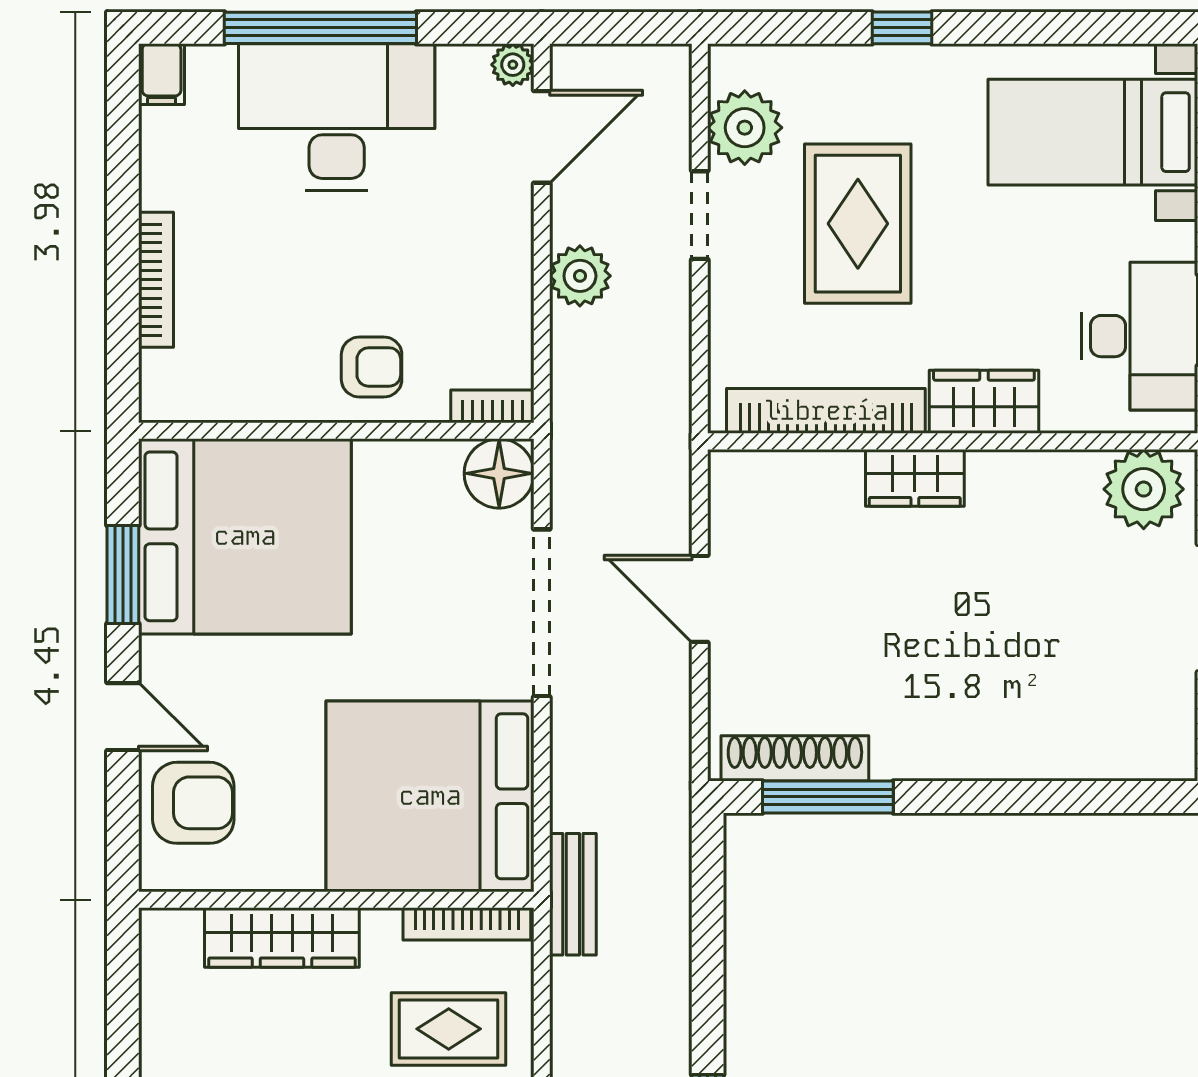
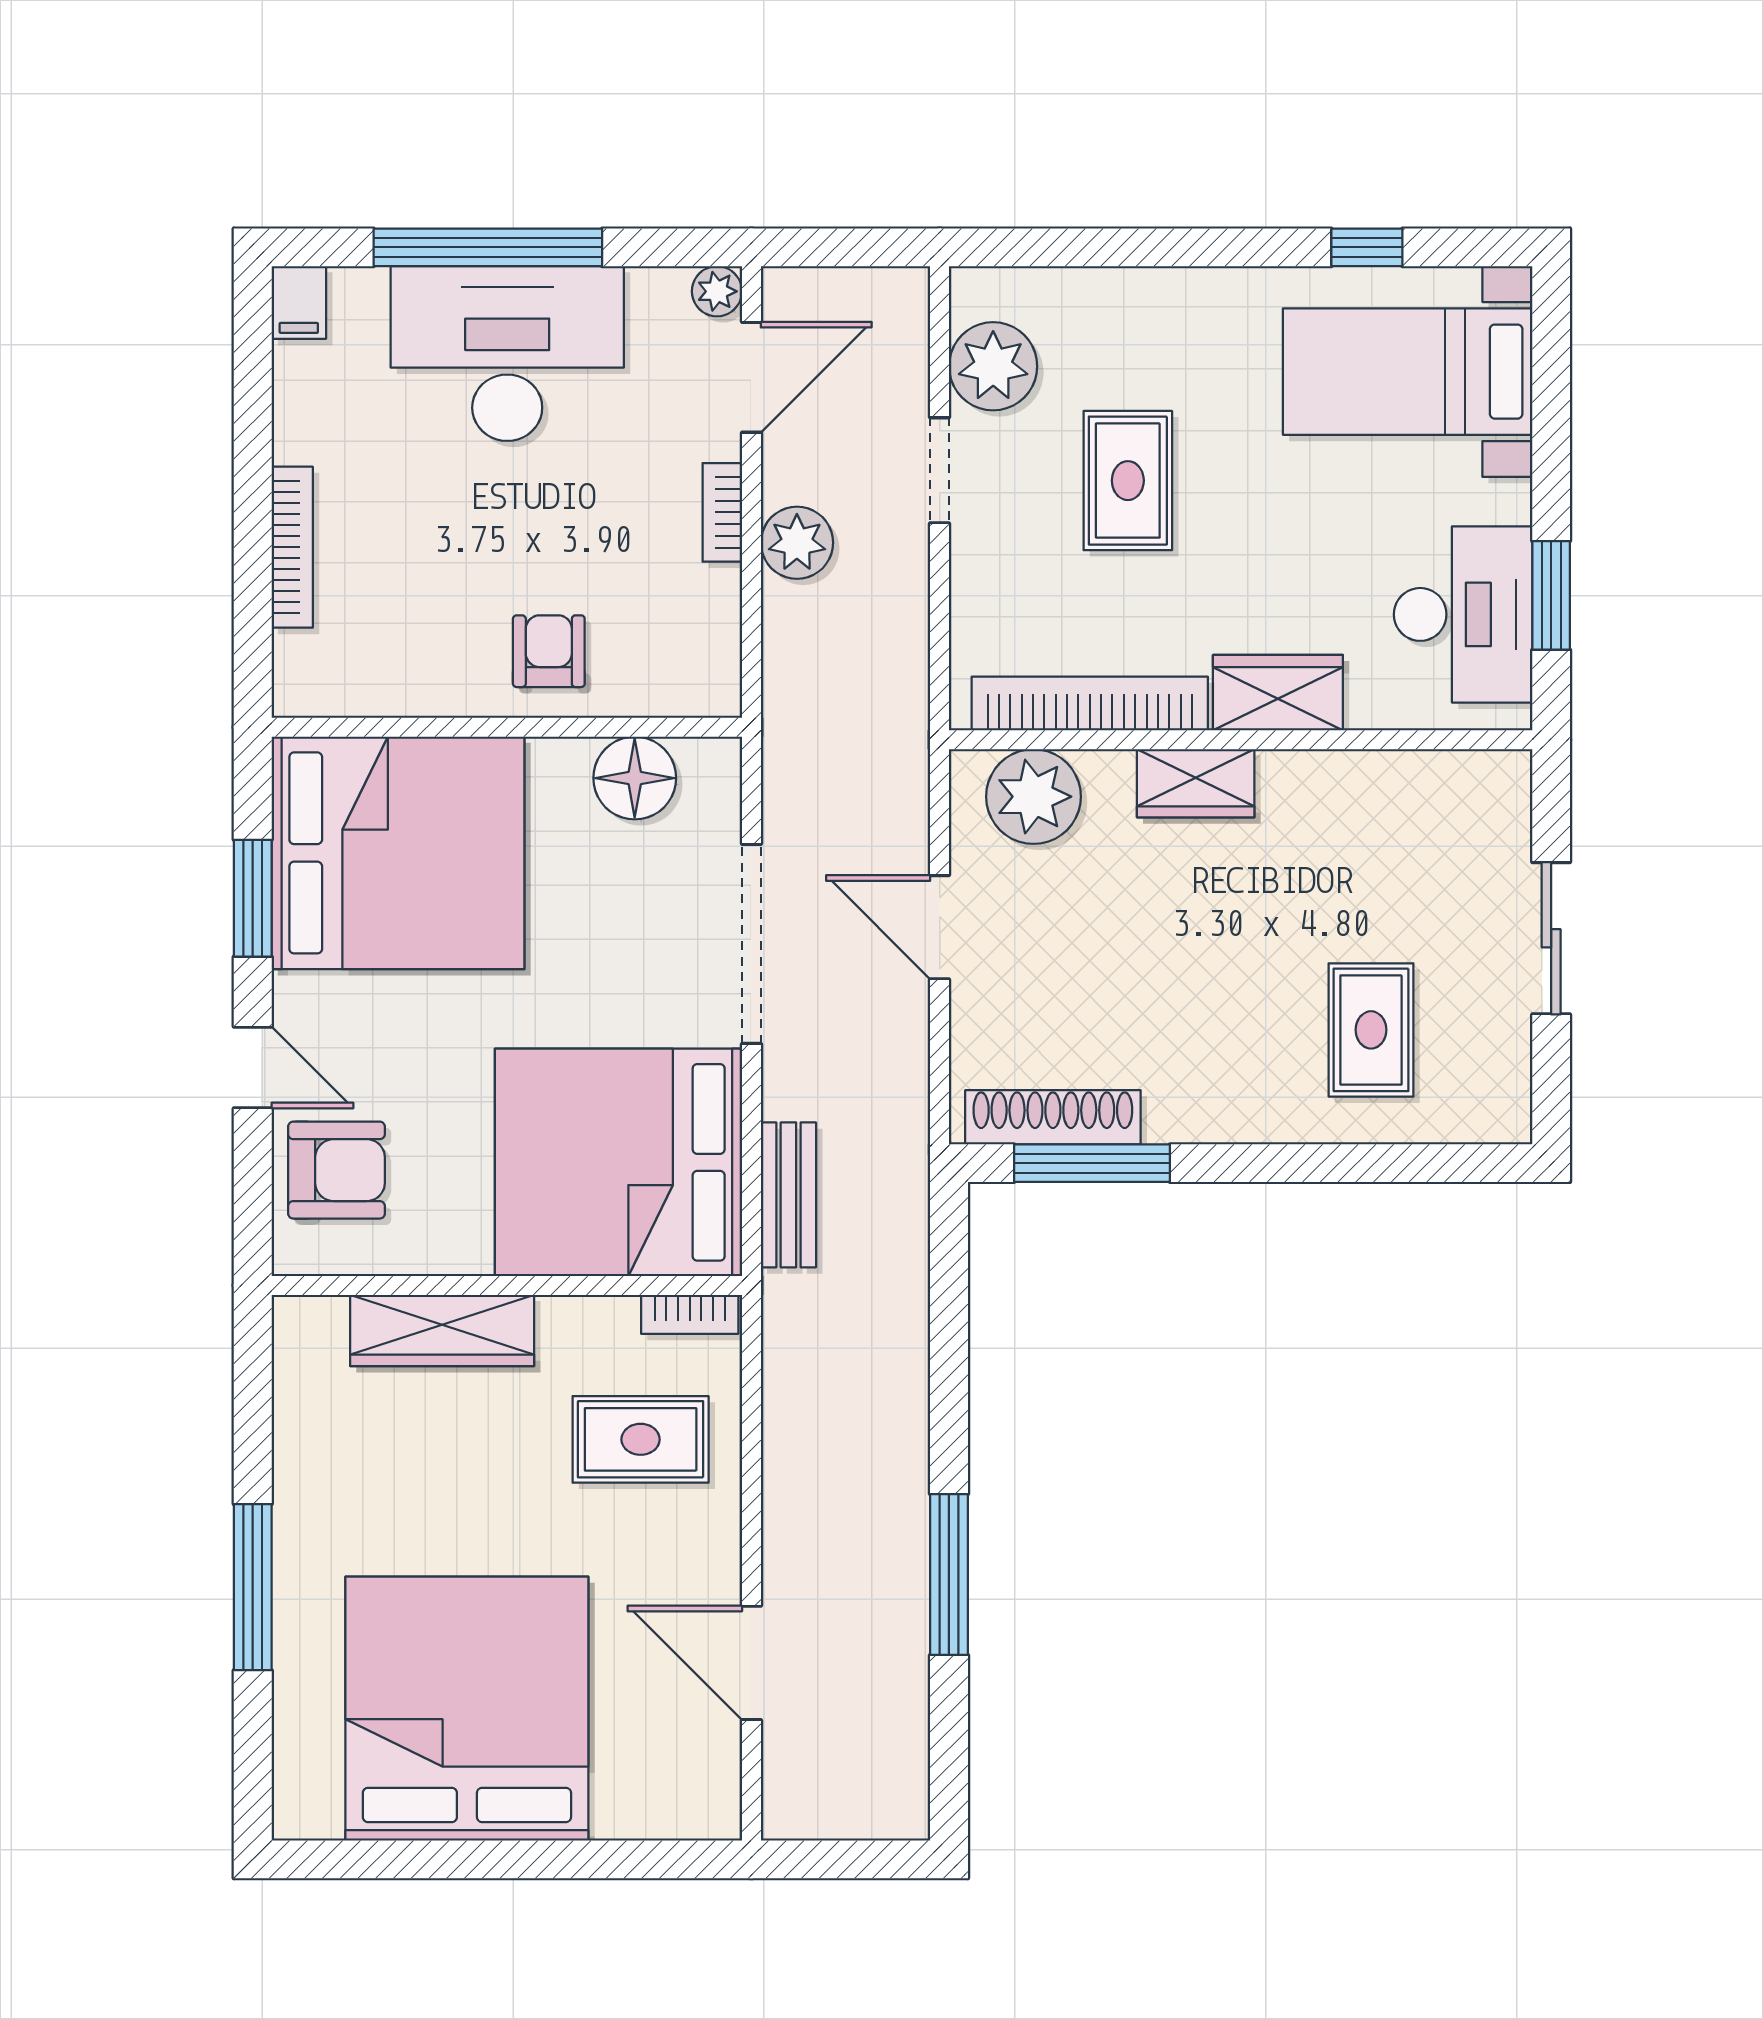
window: (902, 28) -> (1367, 247), moved
rug: (858, 224) -> (1128, 481), width x0.73, depth x0.70
armchair: (372, 367) -> (549, 651), turned -90
bookcase: (492, 406) -> (722, 512), moved, turned -90
floor lamp: (499, 473) -> (635, 778), moved
plant: (1144, 489) -> (1034, 797), moved
rug: (1062, 685) -> (1371, 1030), added
bench: (573, 894) -> (788, 1195), moved
bookcase: (467, 924) -> (690, 1314), width x0.64

